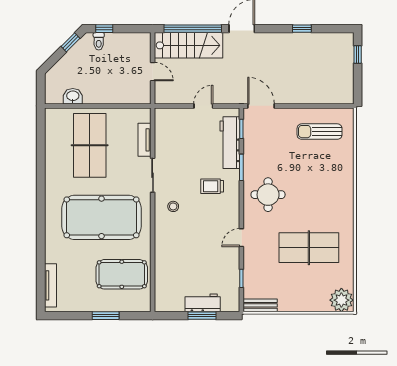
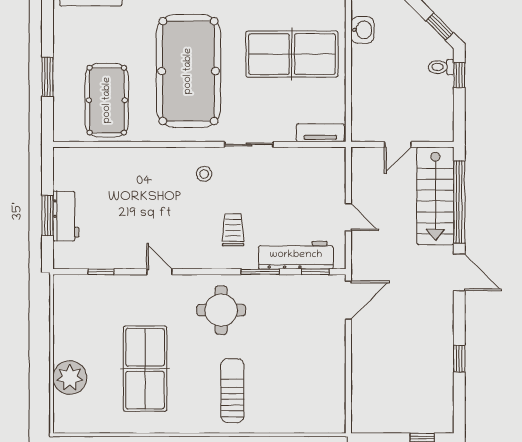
sun lounger: (320, 132) -> (232, 391), moved
tv unit: (144, 140) -> (320, 133), moved
plant: (341, 300) -> (70, 378), moved
bench: (260, 305) -> (62, 299), removed

